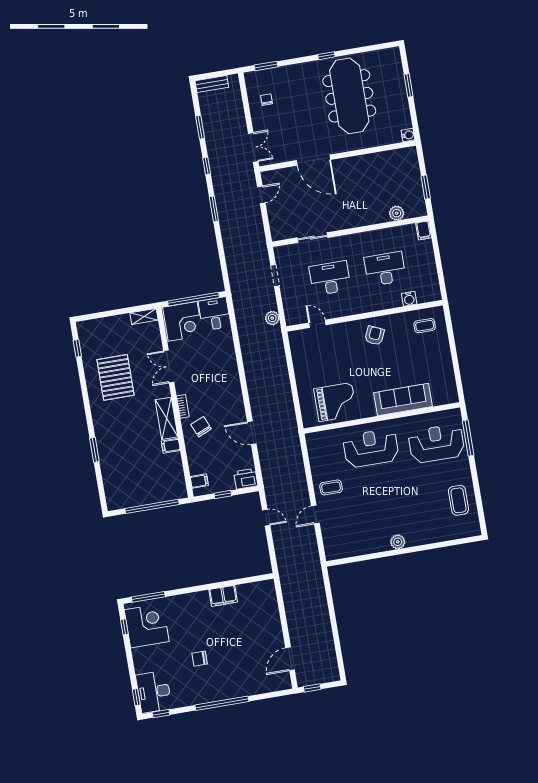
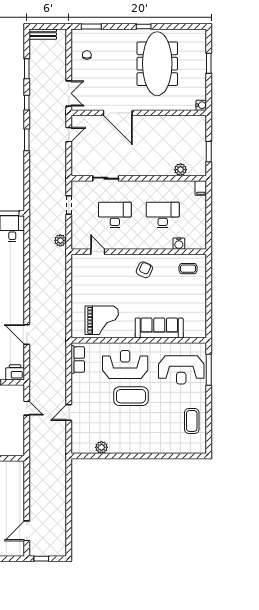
reception desk: (436, 444) -> (181, 370), turned 180
row of seats: (315, 452) -> (78, 360), added
coffee table: (331, 487) -> (131, 396), moved, width x1.86, depth x1.72
plant: (398, 542) -> (101, 447), moved

